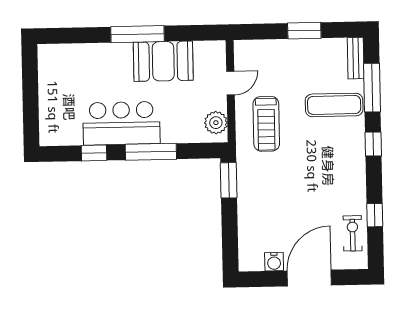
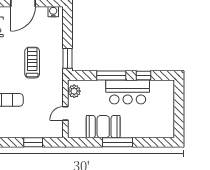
window: (304, 31) -> (33, 142), moved
treadmill: (266, 124) -> (32, 63), moved
water cooler: (274, 262) -> (53, 12), moved

